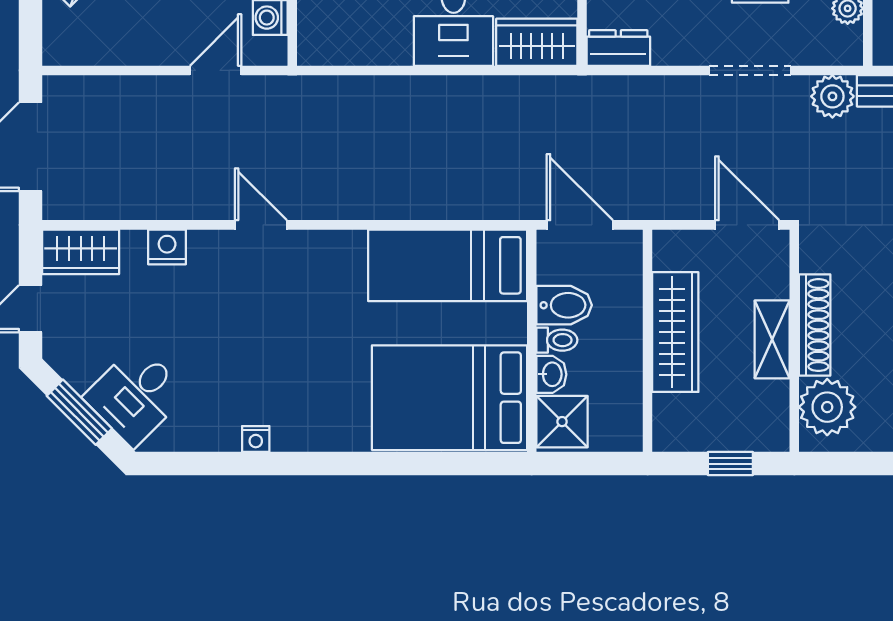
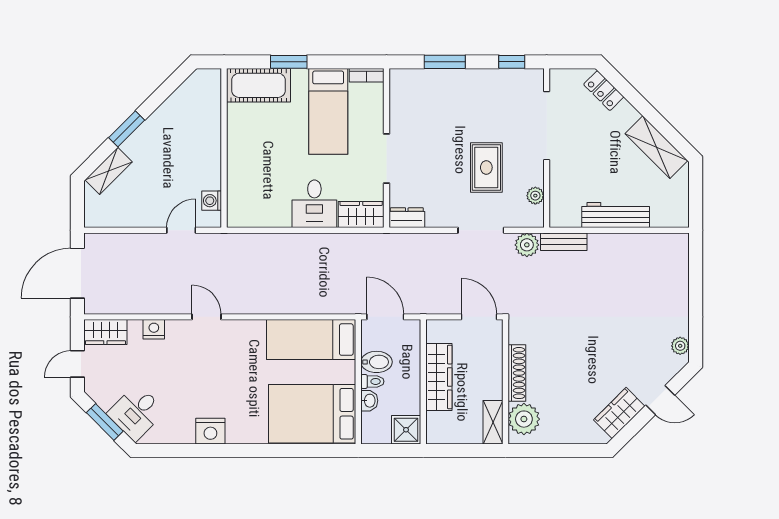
shelving: (772, 339) -> (493, 422), moved
shower: (562, 422) -> (406, 430), moved
nightstand: (256, 439) -> (210, 431), width x1.89, depth x1.79
window: (730, 464) -> (470, 451), removed

